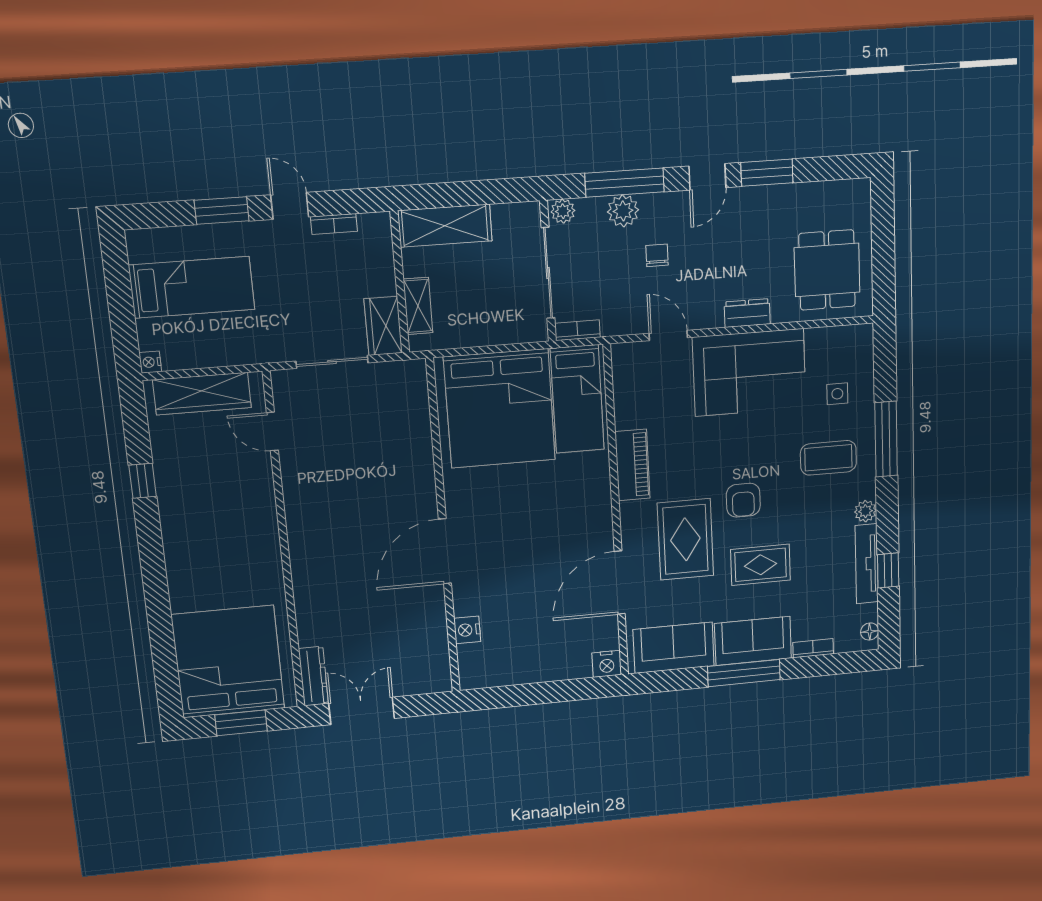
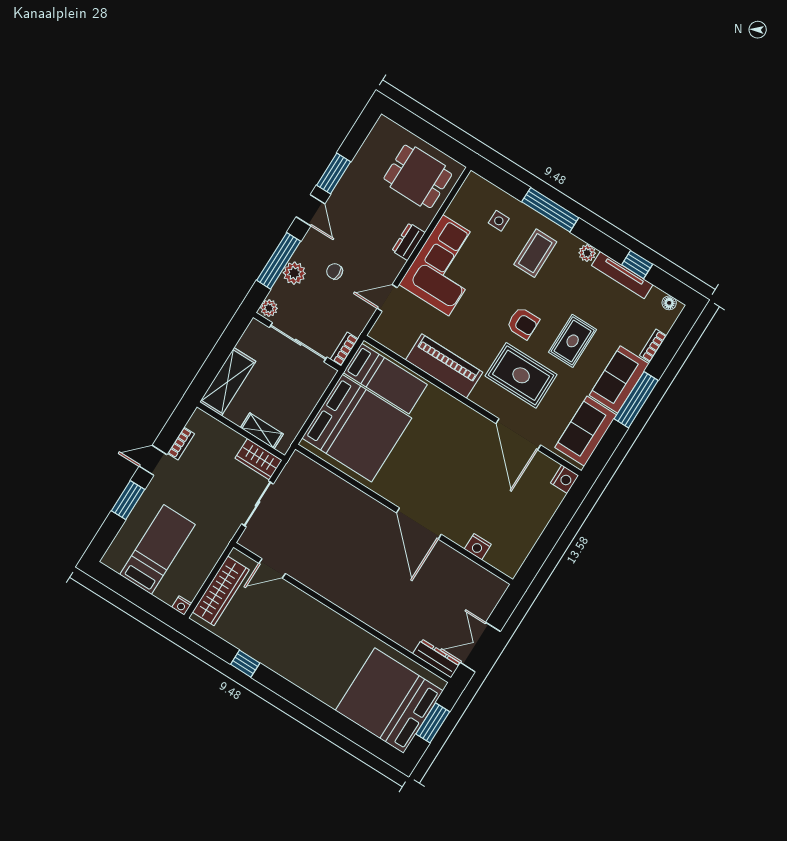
piano: (632, 465) -> (444, 366), width x1.37, depth x1.33

